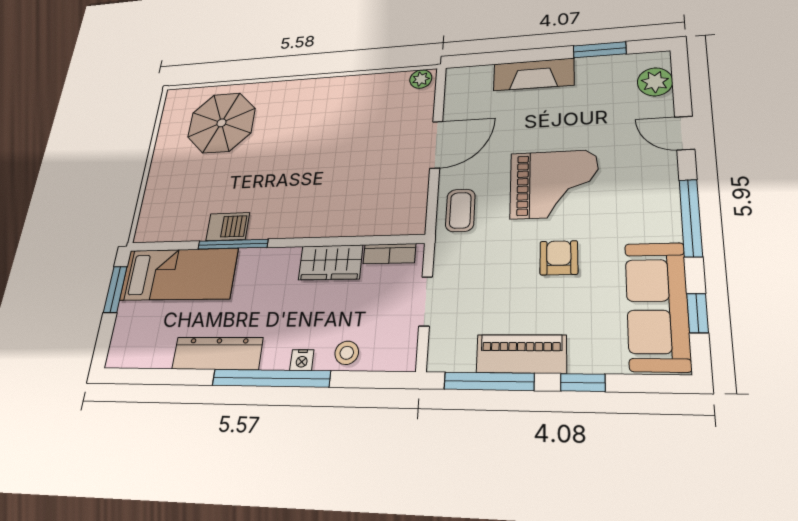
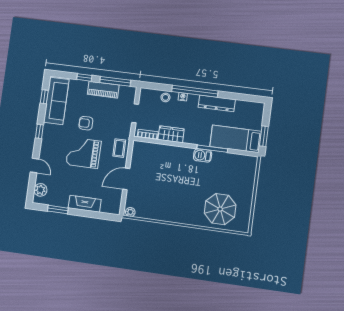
window: (691, 218) -> (39, 131), width x0.46
barbecue: (228, 227) -> (203, 155), moved
armchair: (559, 258) -> (86, 123), turned 90

